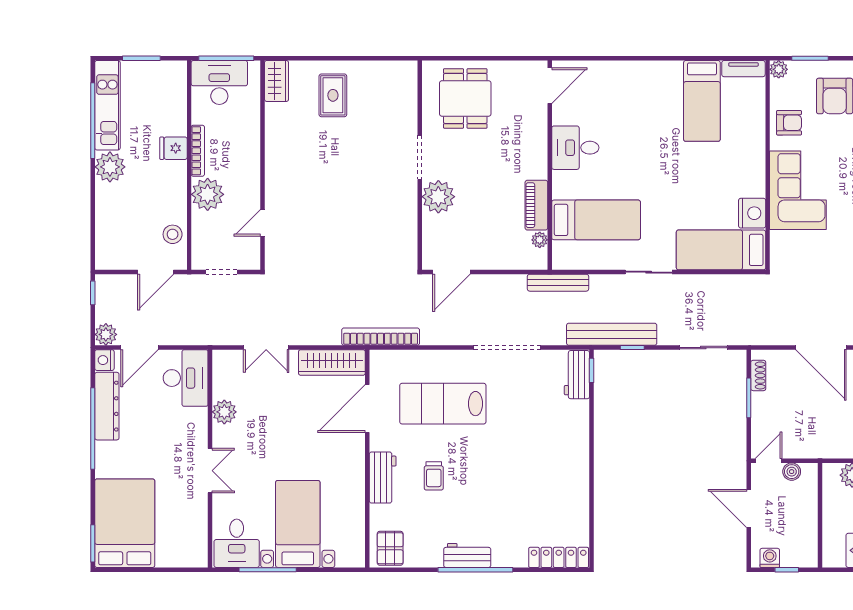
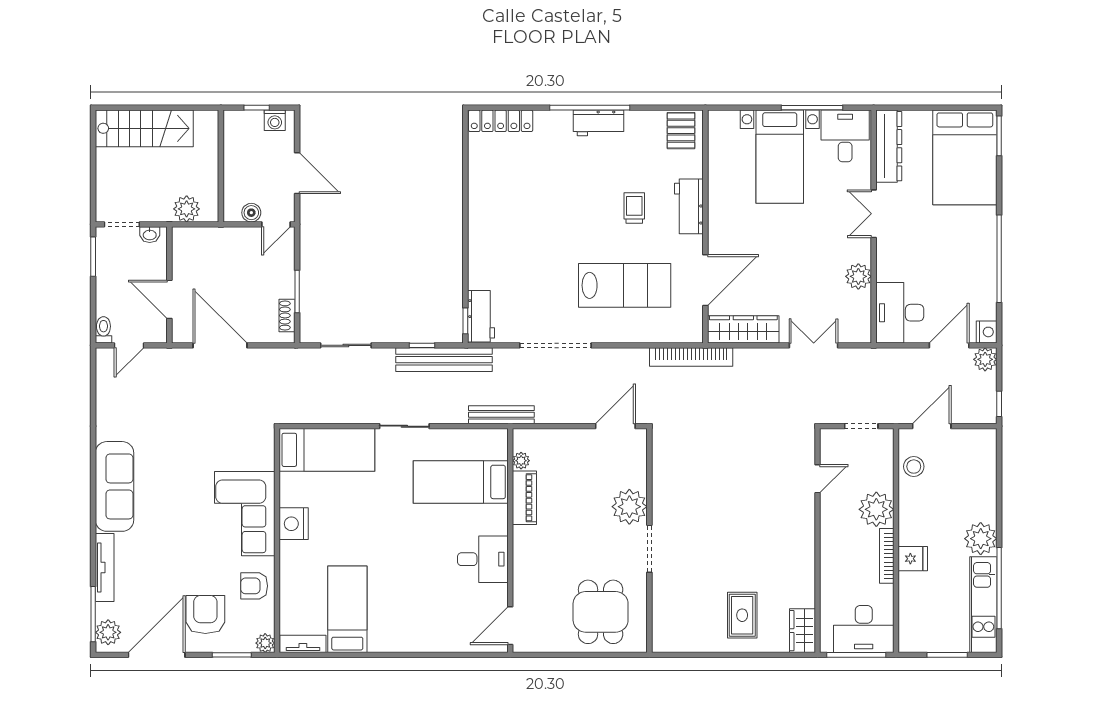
nightstand: (752, 213) -> (294, 524), moved
dresser: (107, 406) -> (889, 146), moved, turned 180

